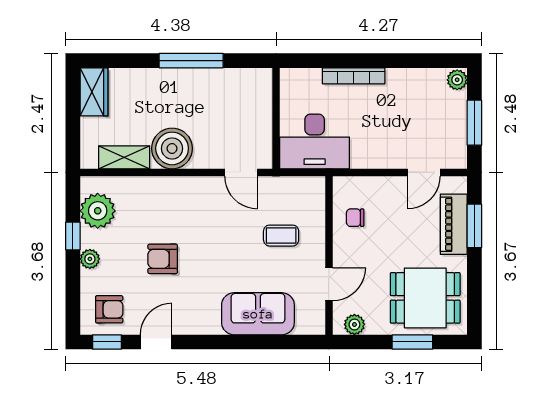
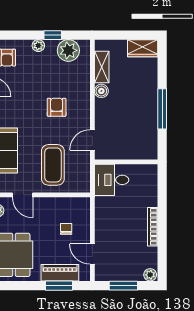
bookcase: (354, 76) -> (153, 227), moved
desk: (315, 141) -> (112, 180), width x0.73
boiler: (172, 148) -> (101, 91), width x0.54, depth x0.54
chair: (355, 218) -> (66, 229), moved
coffee table: (281, 236) -> (53, 165), width x1.86, depth x1.72
armchair: (163, 259) -> (57, 107), moved

